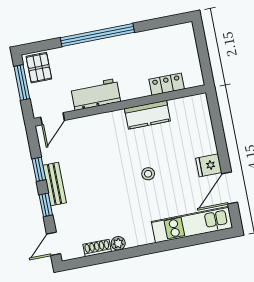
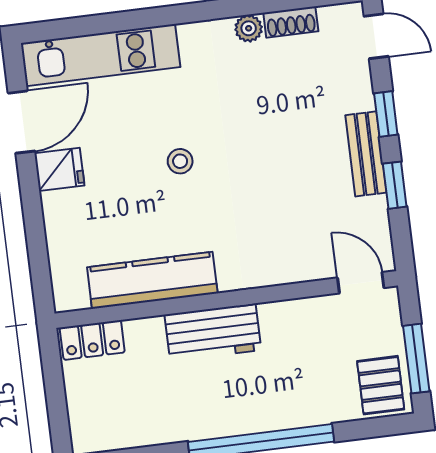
locker: (167, 84) -> (92, 340), moved
workbench: (96, 94) -> (213, 332), moved
kitchen counter: (147, 115) -> (152, 280), width x1.50
door: (53, 119) -> (361, 283), hinge flipped
door: (53, 244) -> (376, 36), hinge flipped

